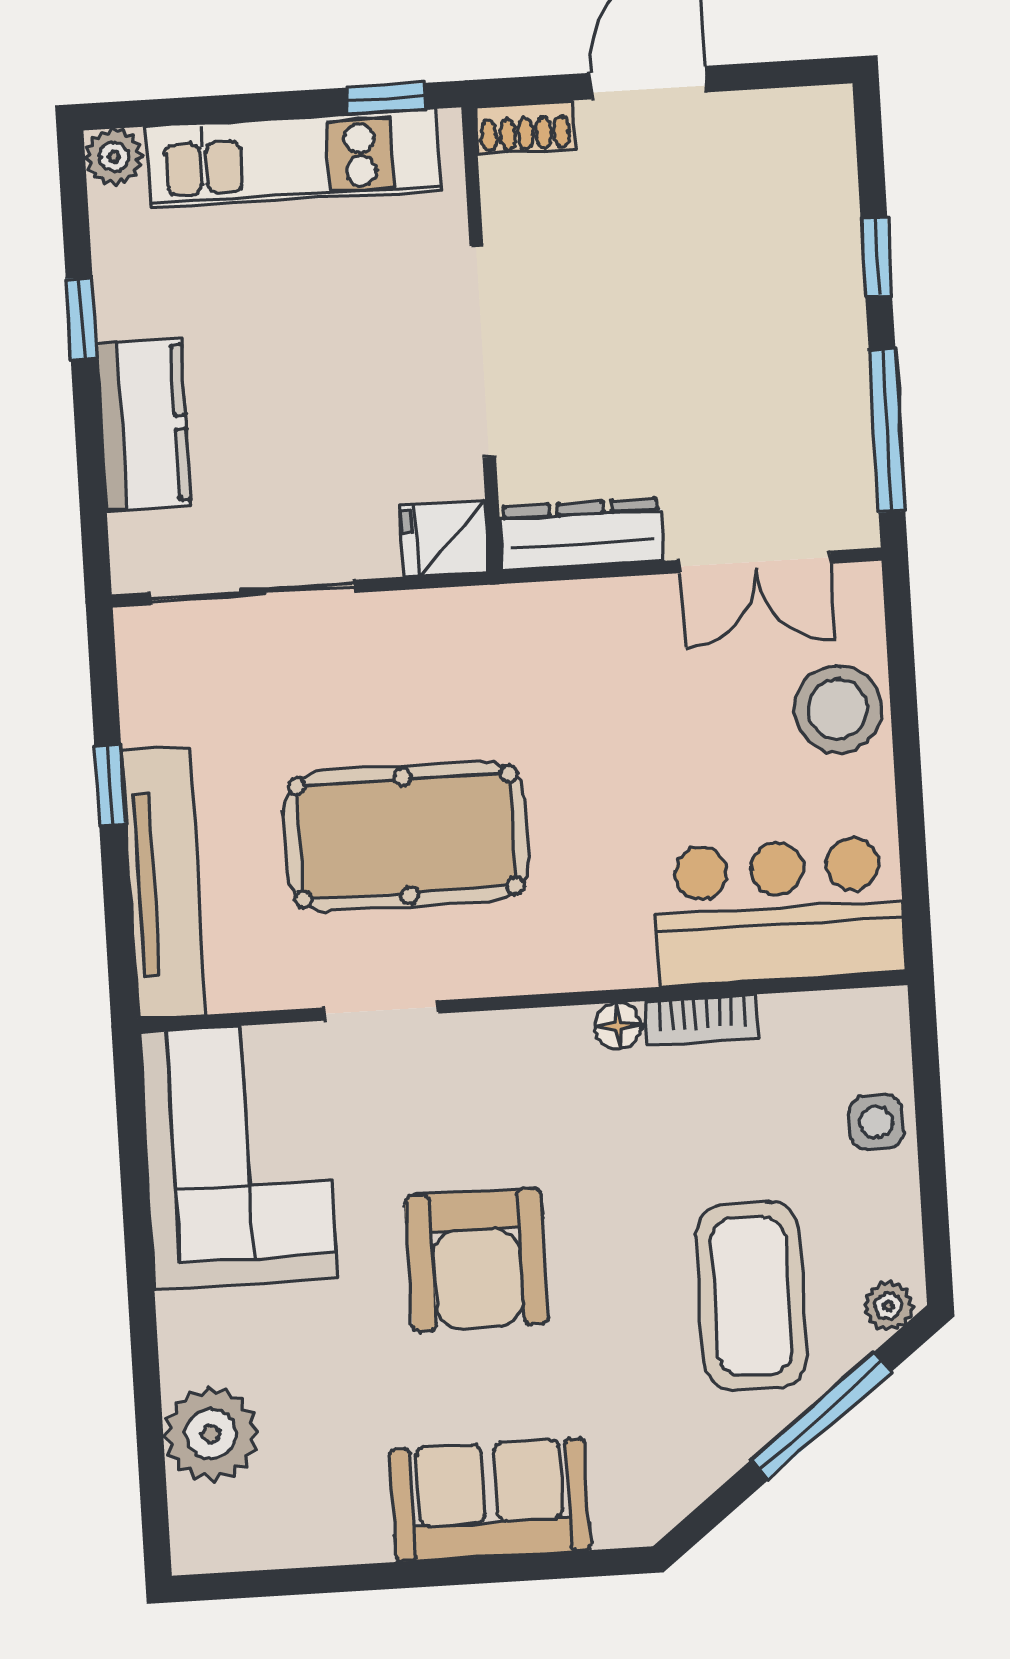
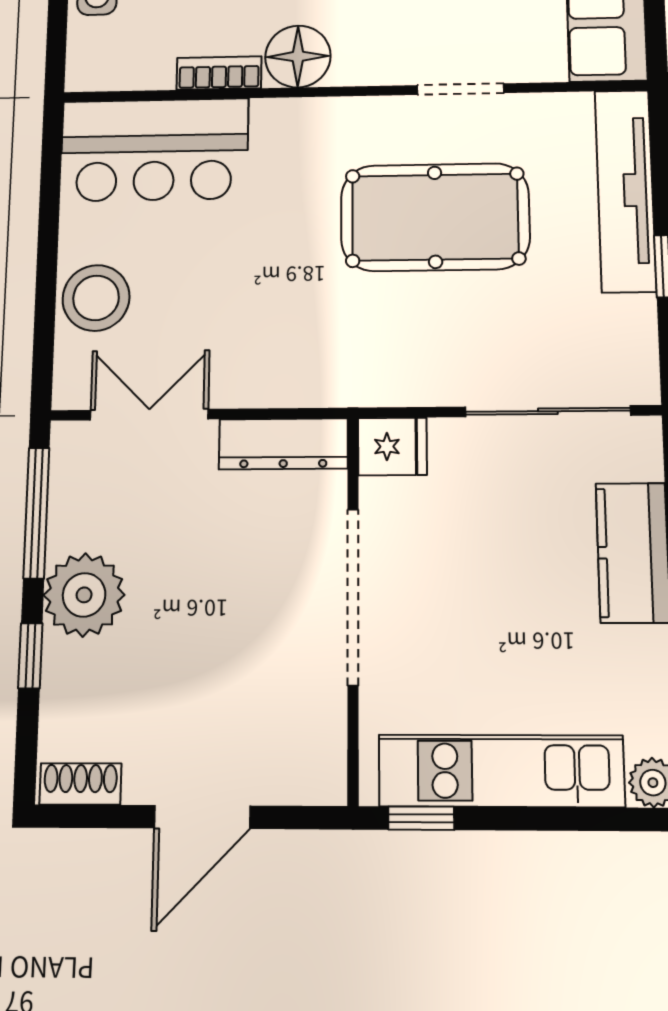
shoe rack: (525, 127) -> (80, 784), moved
plant: (817, 334) -> (84, 595), added
floor lamp: (618, 1026) -> (298, 56), width x1.89, depth x1.89

